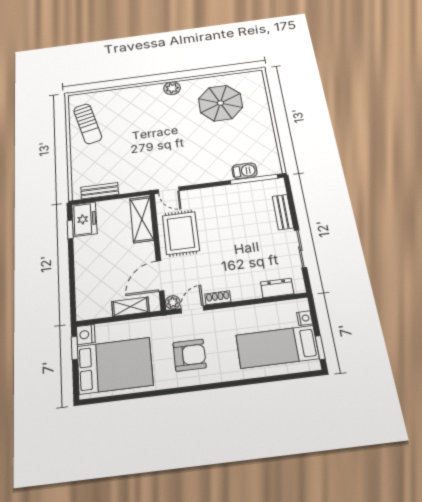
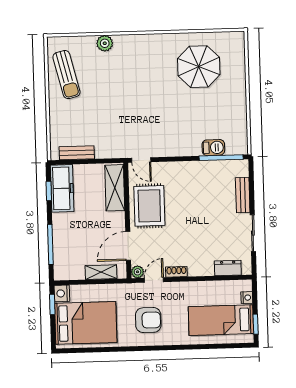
plant: (172, 88) -> (105, 43), moved
freezer: (84, 219) -> (62, 188), width x1.40
window: (72, 283) -> (50, 244), added

